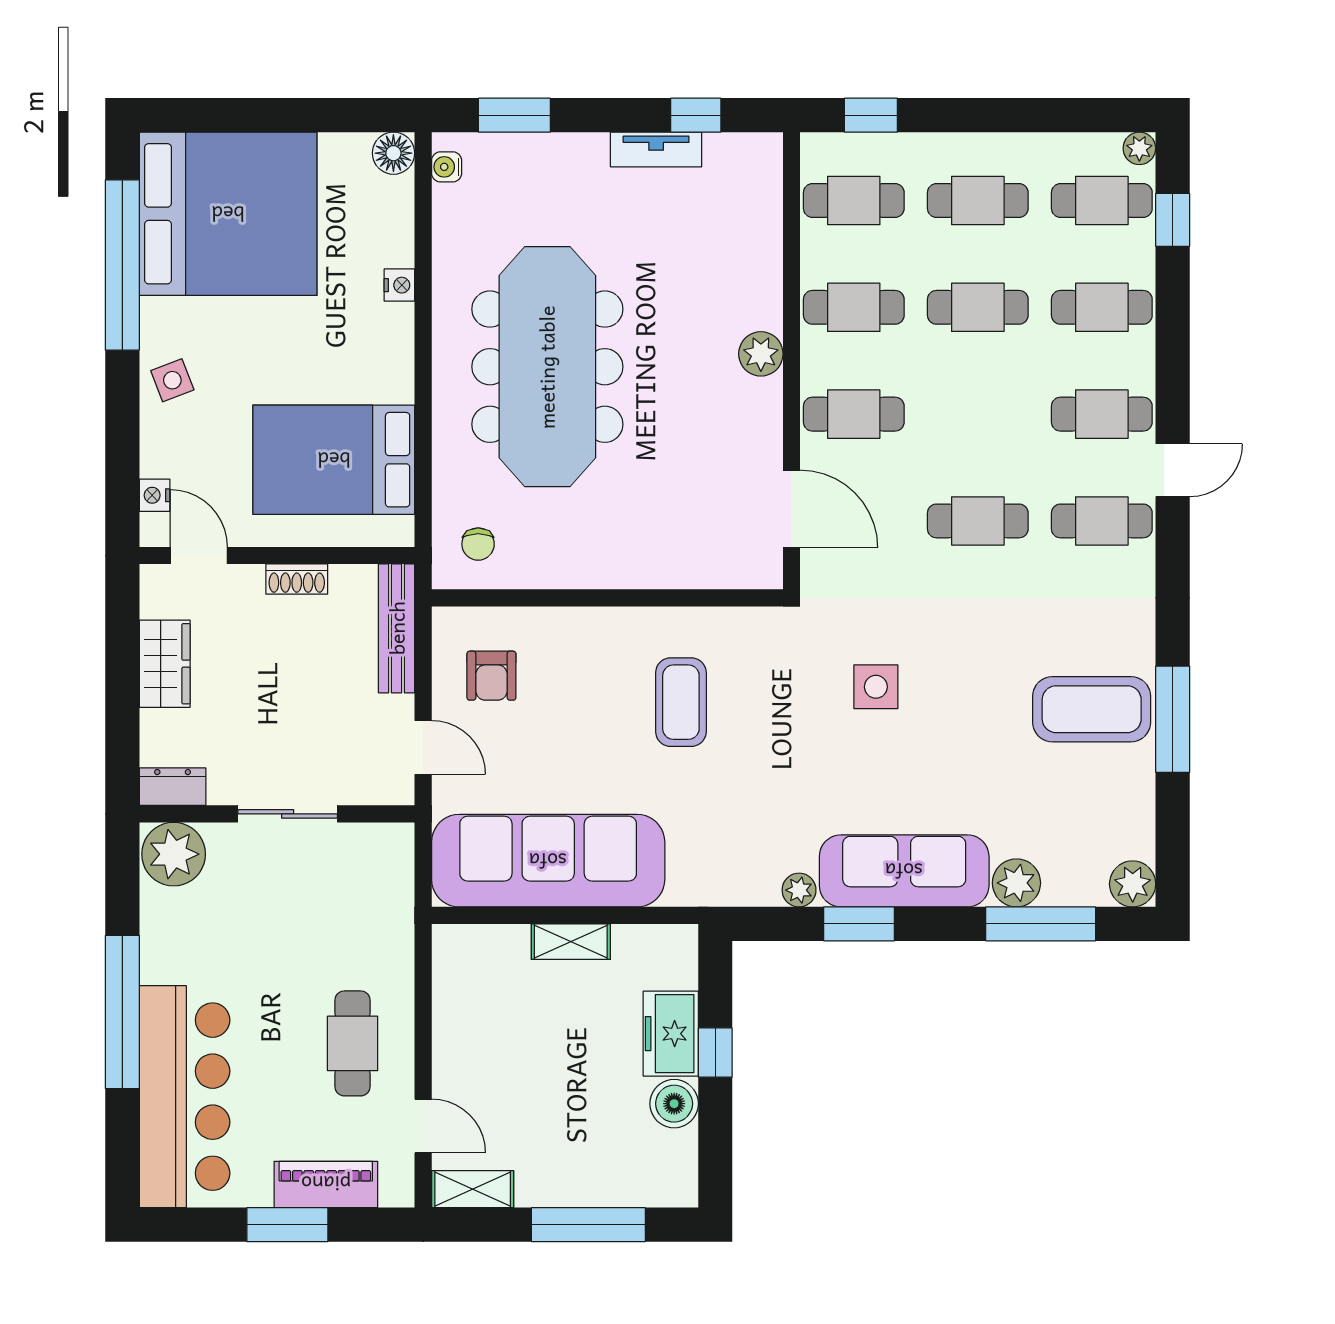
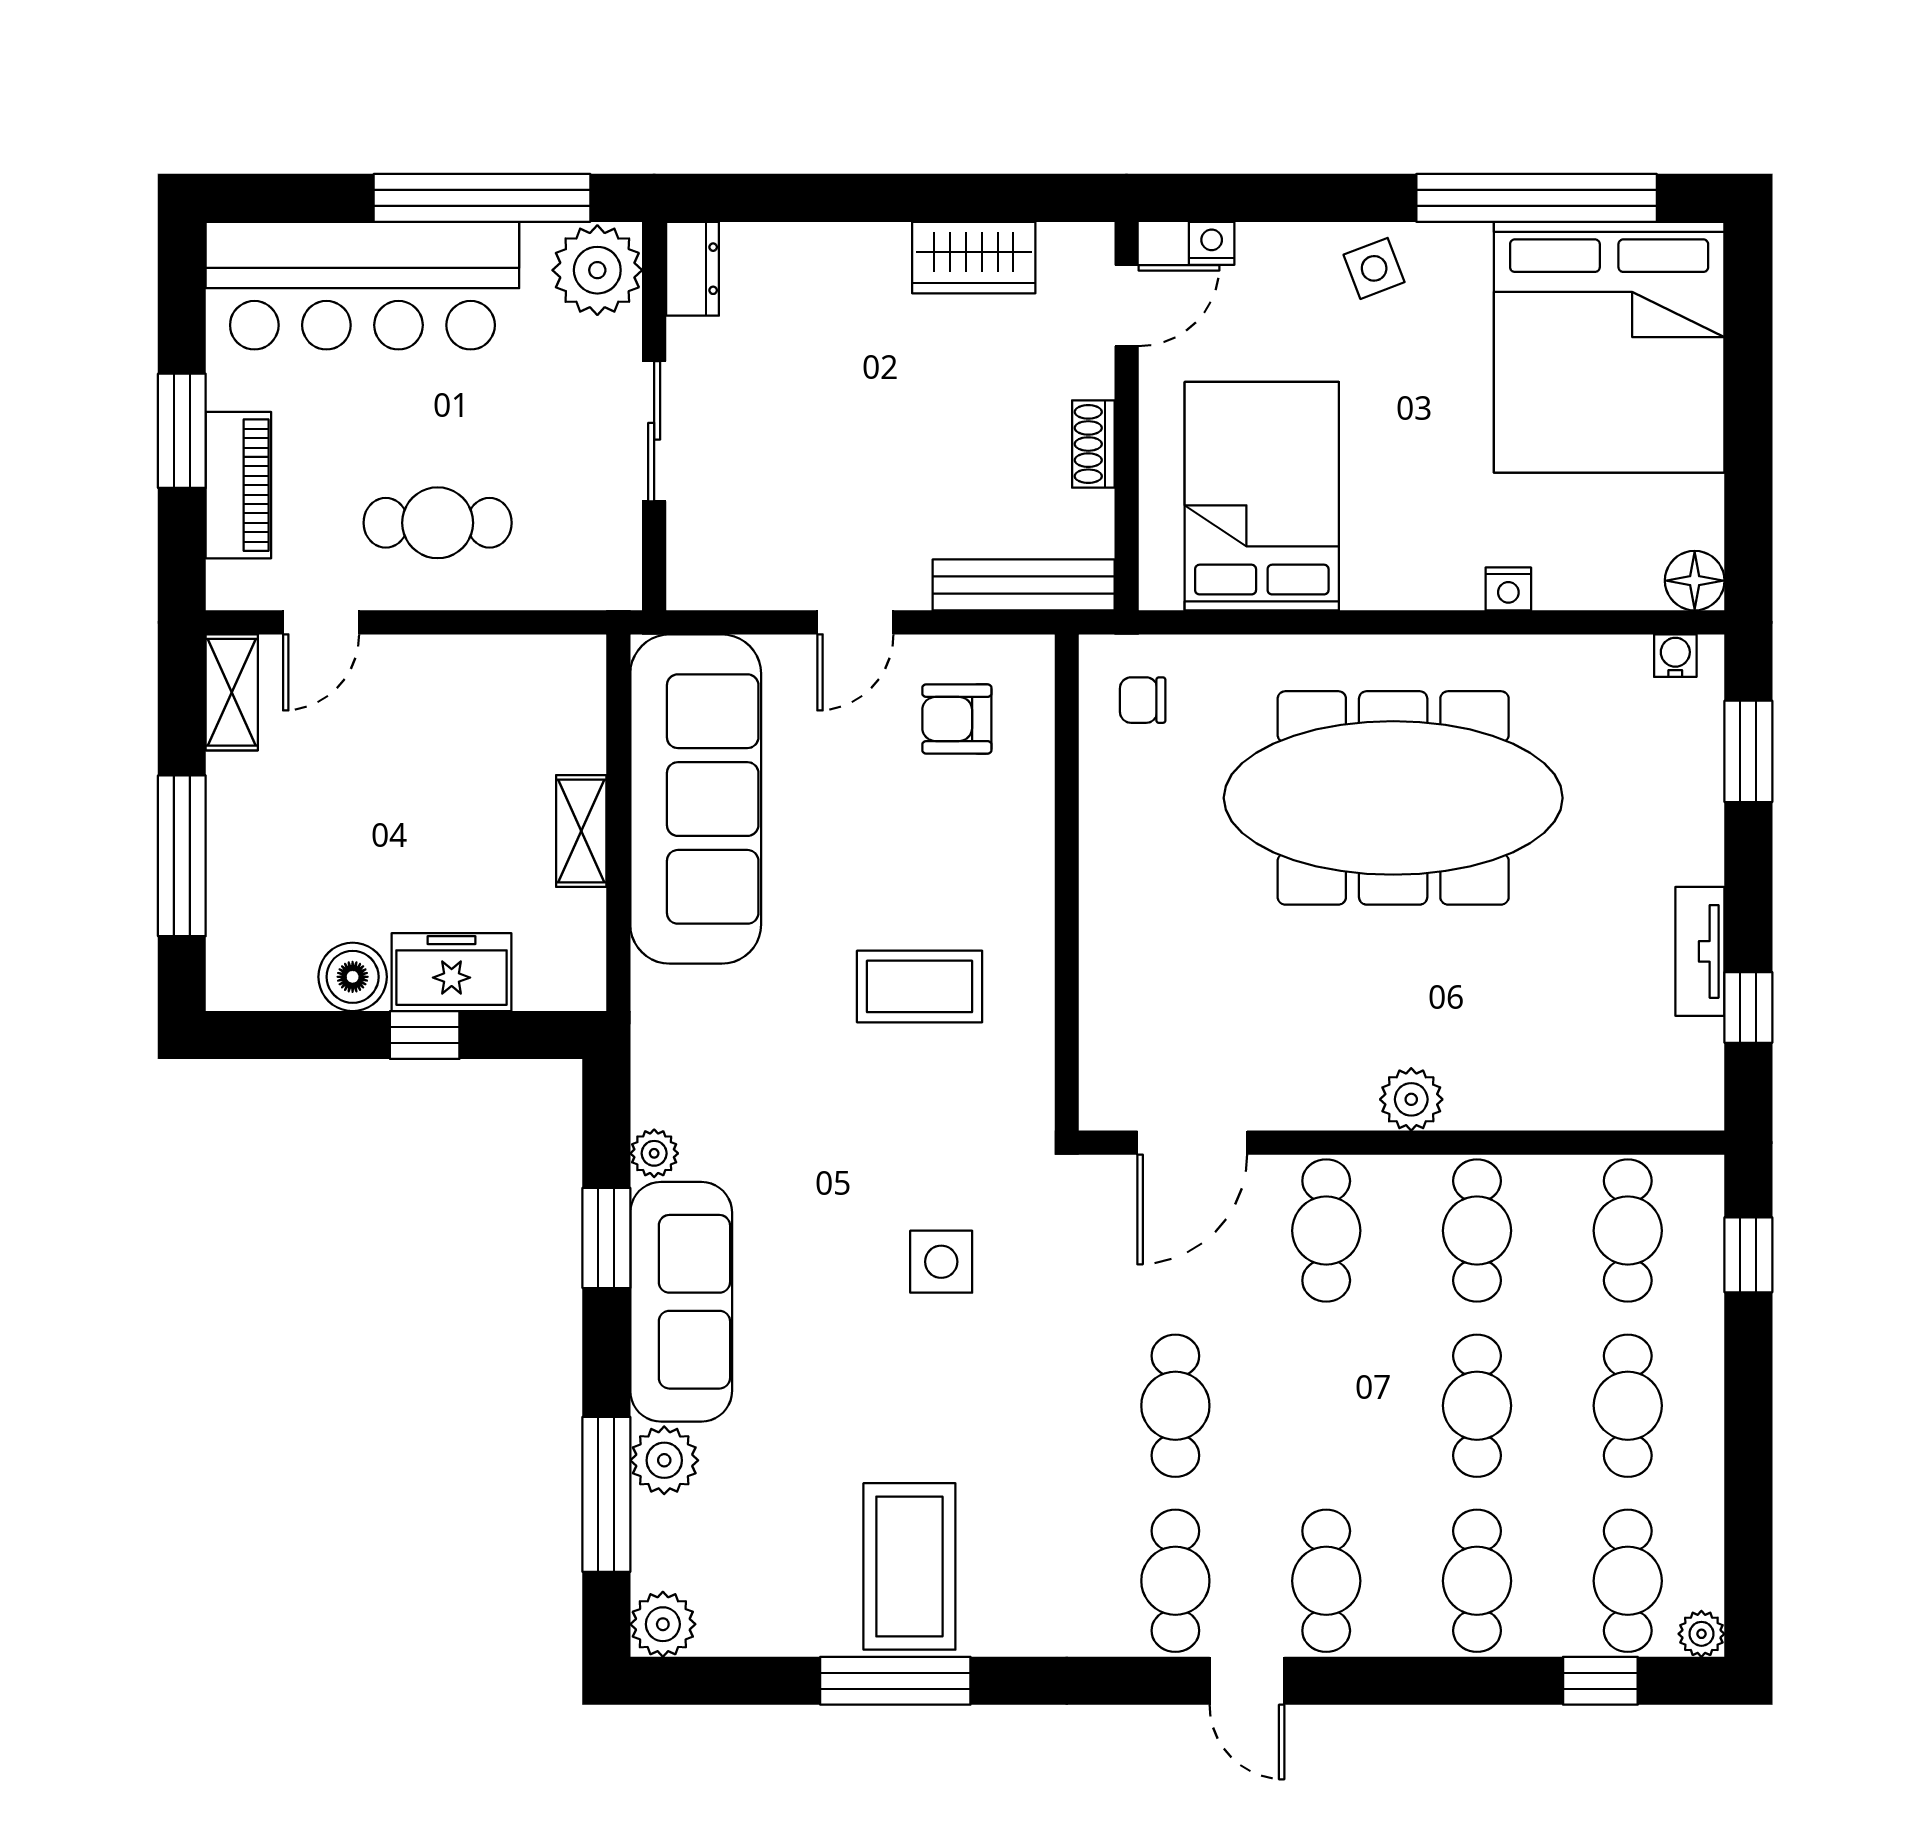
dresser: (173, 787) -> (693, 269), moved
wall: (277, 814) -> (654, 416), moved
sliding door: (288, 814) -> (654, 431), moved
plant: (174, 854) -> (597, 270), moved

